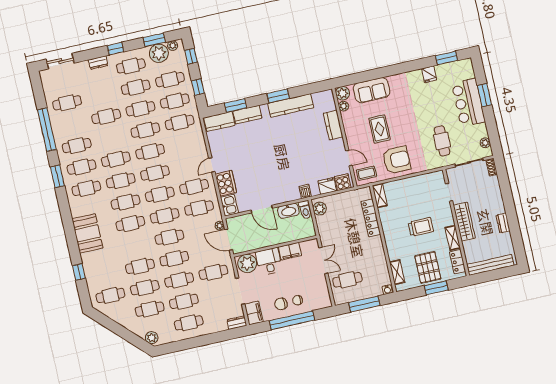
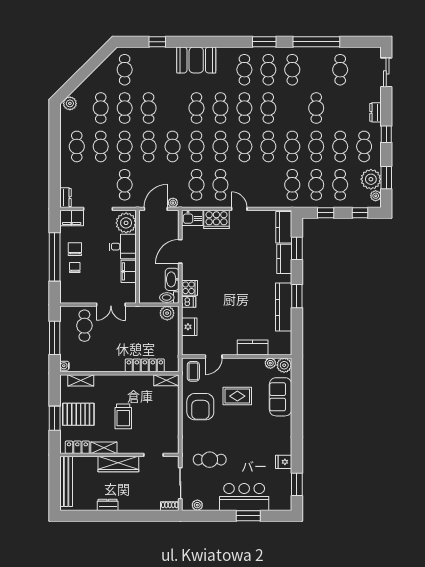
cooker: (343, 182) -> (189, 288), moved

